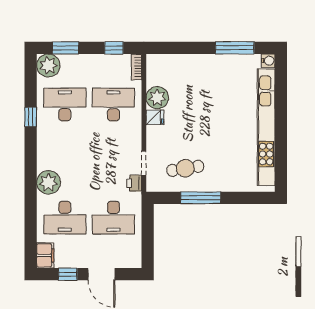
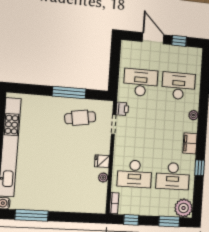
plant: (157, 98) -> (103, 177), width x0.53, depth x0.53
plant: (48, 182) -> (193, 115), width x0.53, depth x0.53
filing cabinet: (45, 255) -> (190, 143), moved

